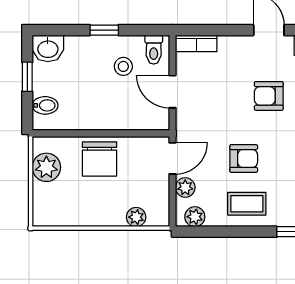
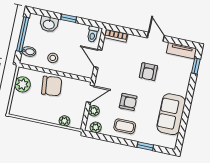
washbasin: (48, 48) -> (49, 24), moved
stool: (123, 66) -> (53, 58), moved
window: (27, 77) -> (23, 34), width x2.17
armchair: (269, 96) -> (148, 72), turned -90
chair: (100, 159) -> (52, 86), turned -96

